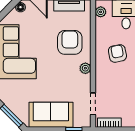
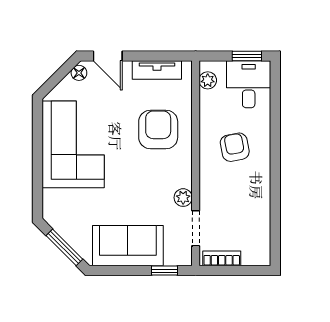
plant: (85, 68) -> (183, 198), moved

